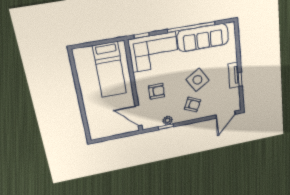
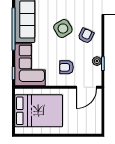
bed: (110, 70) -> (39, 111), width x1.50
armchair: (157, 91) -> (66, 67), turned -90

